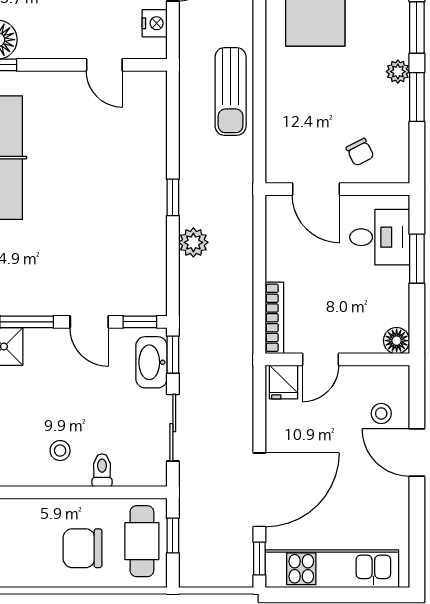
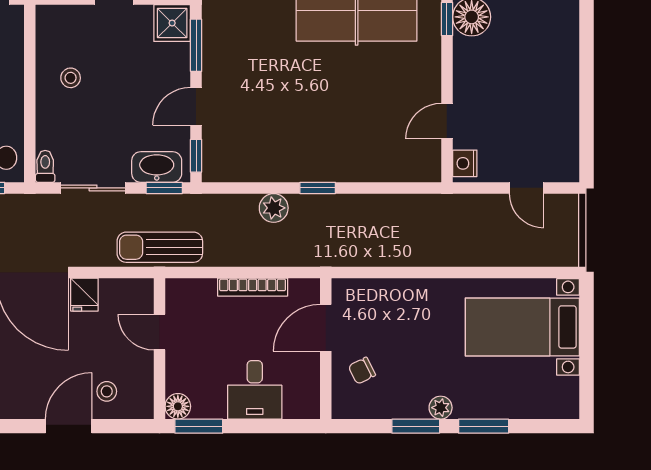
nightstand: (155, 23) -> (465, 163), moved, turned 90
sun lounger: (231, 91) -> (160, 247), moved
desk: (380, 237) -> (255, 390), moved
window: (417, 259) -> (199, 426), moved
bookcase: (274, 318) -> (253, 287), moved
fridge: (284, 382) -> (84, 295), moved, turned -90
toilet: (102, 470) -> (45, 166), moved, turned -90

